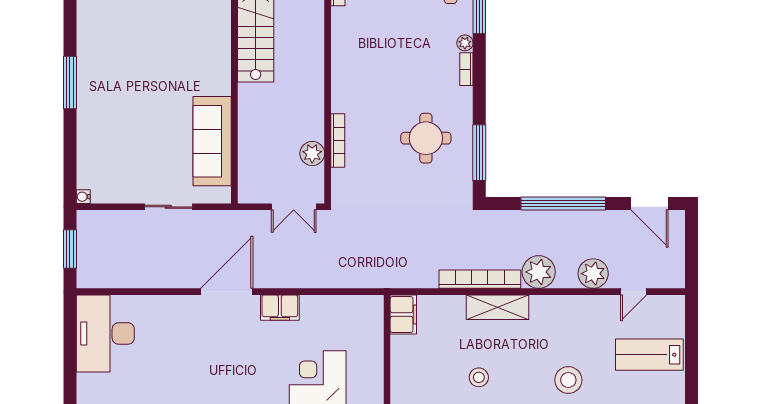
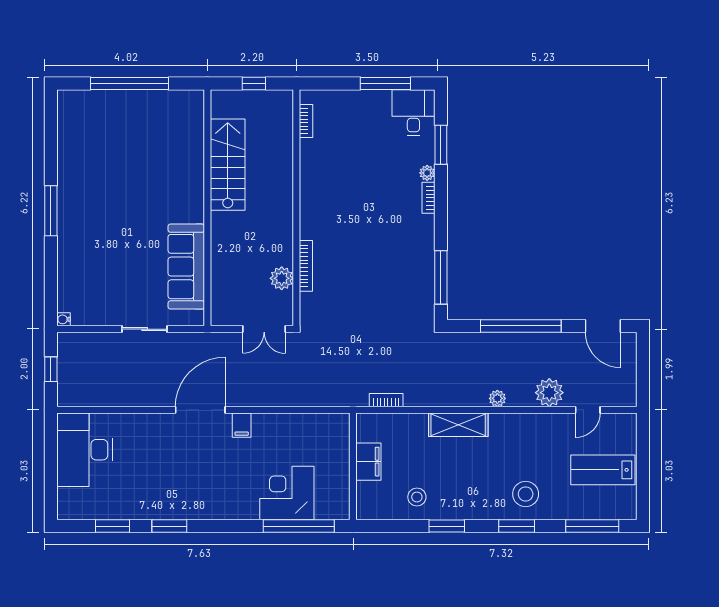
round table: (426, 138) -> (390, 264), removed
window: (70, 249) -> (51, 369), width x0.67
plant: (539, 272) -> (497, 398), width x0.53, depth x0.53
bookcase: (480, 279) -> (386, 400), moved, width x0.43, depth x0.76
filing cabinet: (280, 308) -> (242, 425), width x0.50
filing cabinet: (403, 315) -> (368, 462), moved
stool: (479, 377) -> (417, 497), moved

